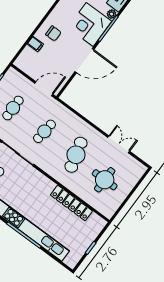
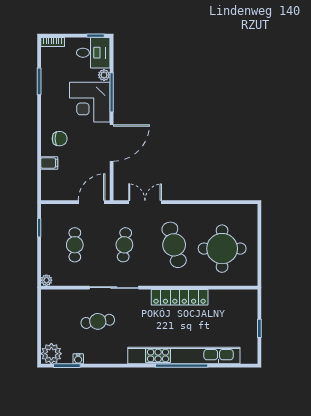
double door: (119, 144) -> (145, 202), moved
round table: (105, 180) -> (222, 249), width x1.36, depth x1.36
locker: (71, 203) -> (180, 297), moved

